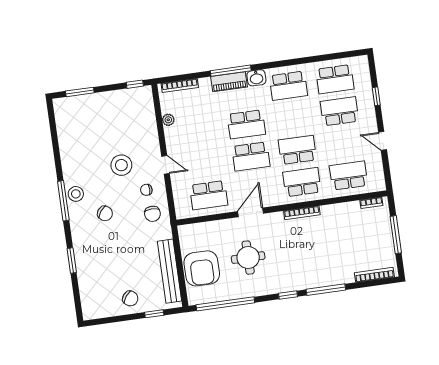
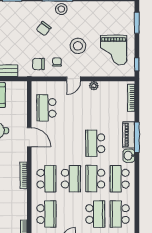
grand piano: (120, 117) -> (114, 50), added
plant: (168, 120) -> (94, 86), moved
school desk: (251, 156) -> (95, 179), moved

